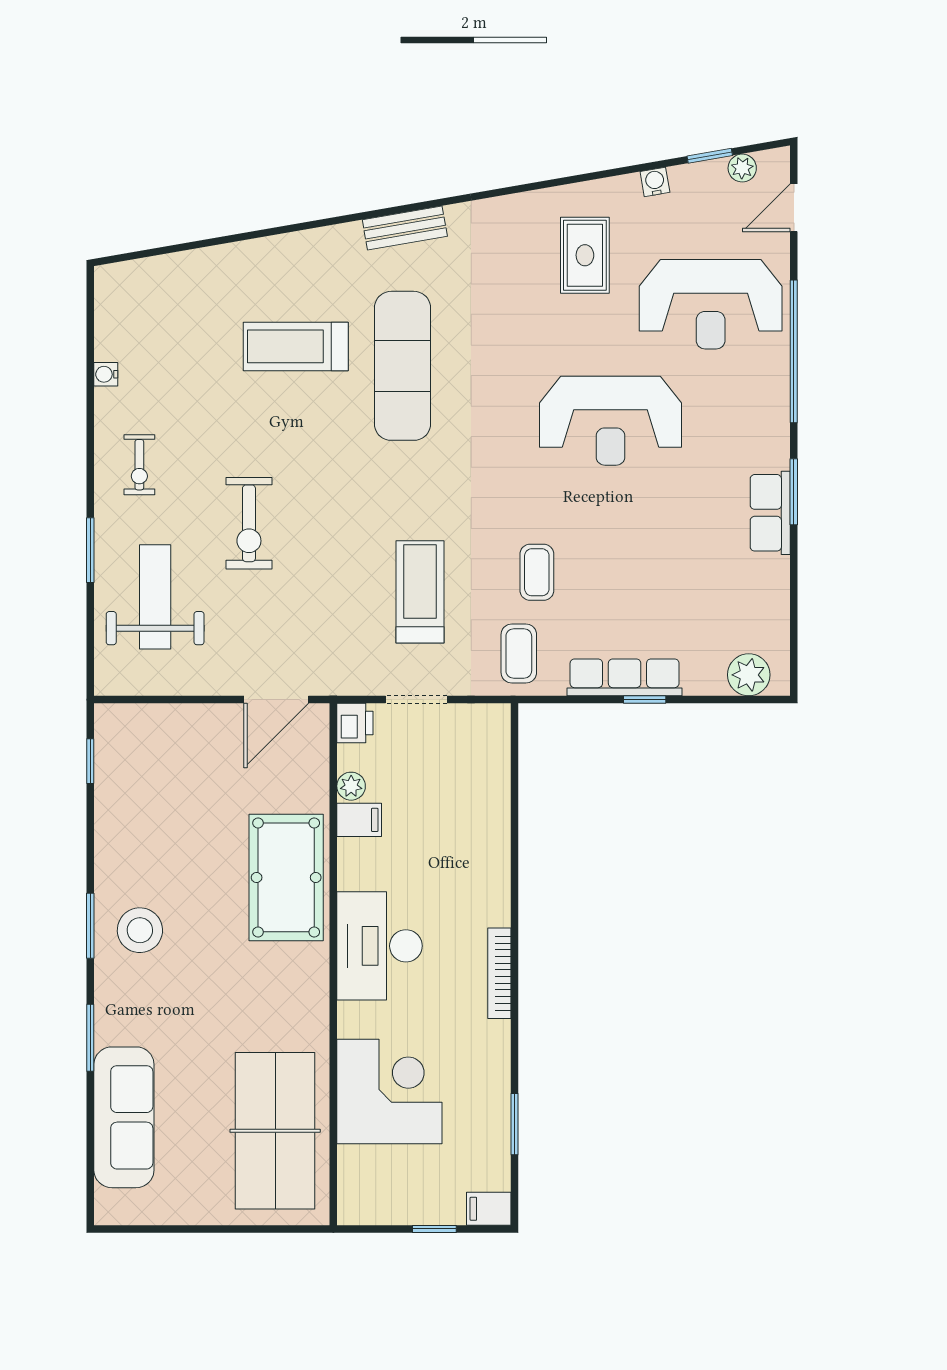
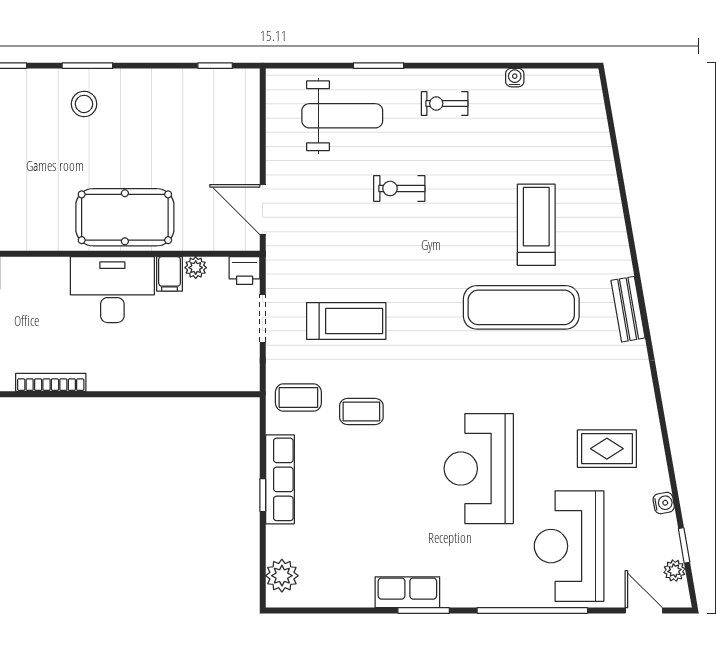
exercise bike: (249, 523) -> (399, 188), width x0.73, depth x0.72
stool: (140, 930) -> (84, 104), width x0.73, depth x0.73
desk: (380, 946) -> (112, 290), moved

